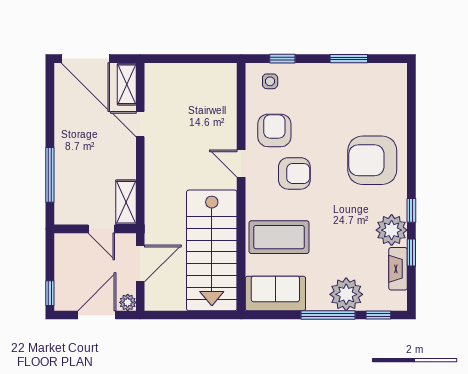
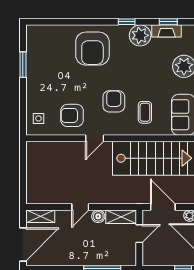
window: (282, 59) -> (23, 110), removed
door: (140, 124) -> (80, 207), moved
boiler: (127, 169) -> (98, 216), added
armchair: (294, 173) -> (114, 101), moved
coffee table: (279, 237) -> (145, 112), width x0.54, depth x0.58
window: (411, 252) -> (168, 22), moved

